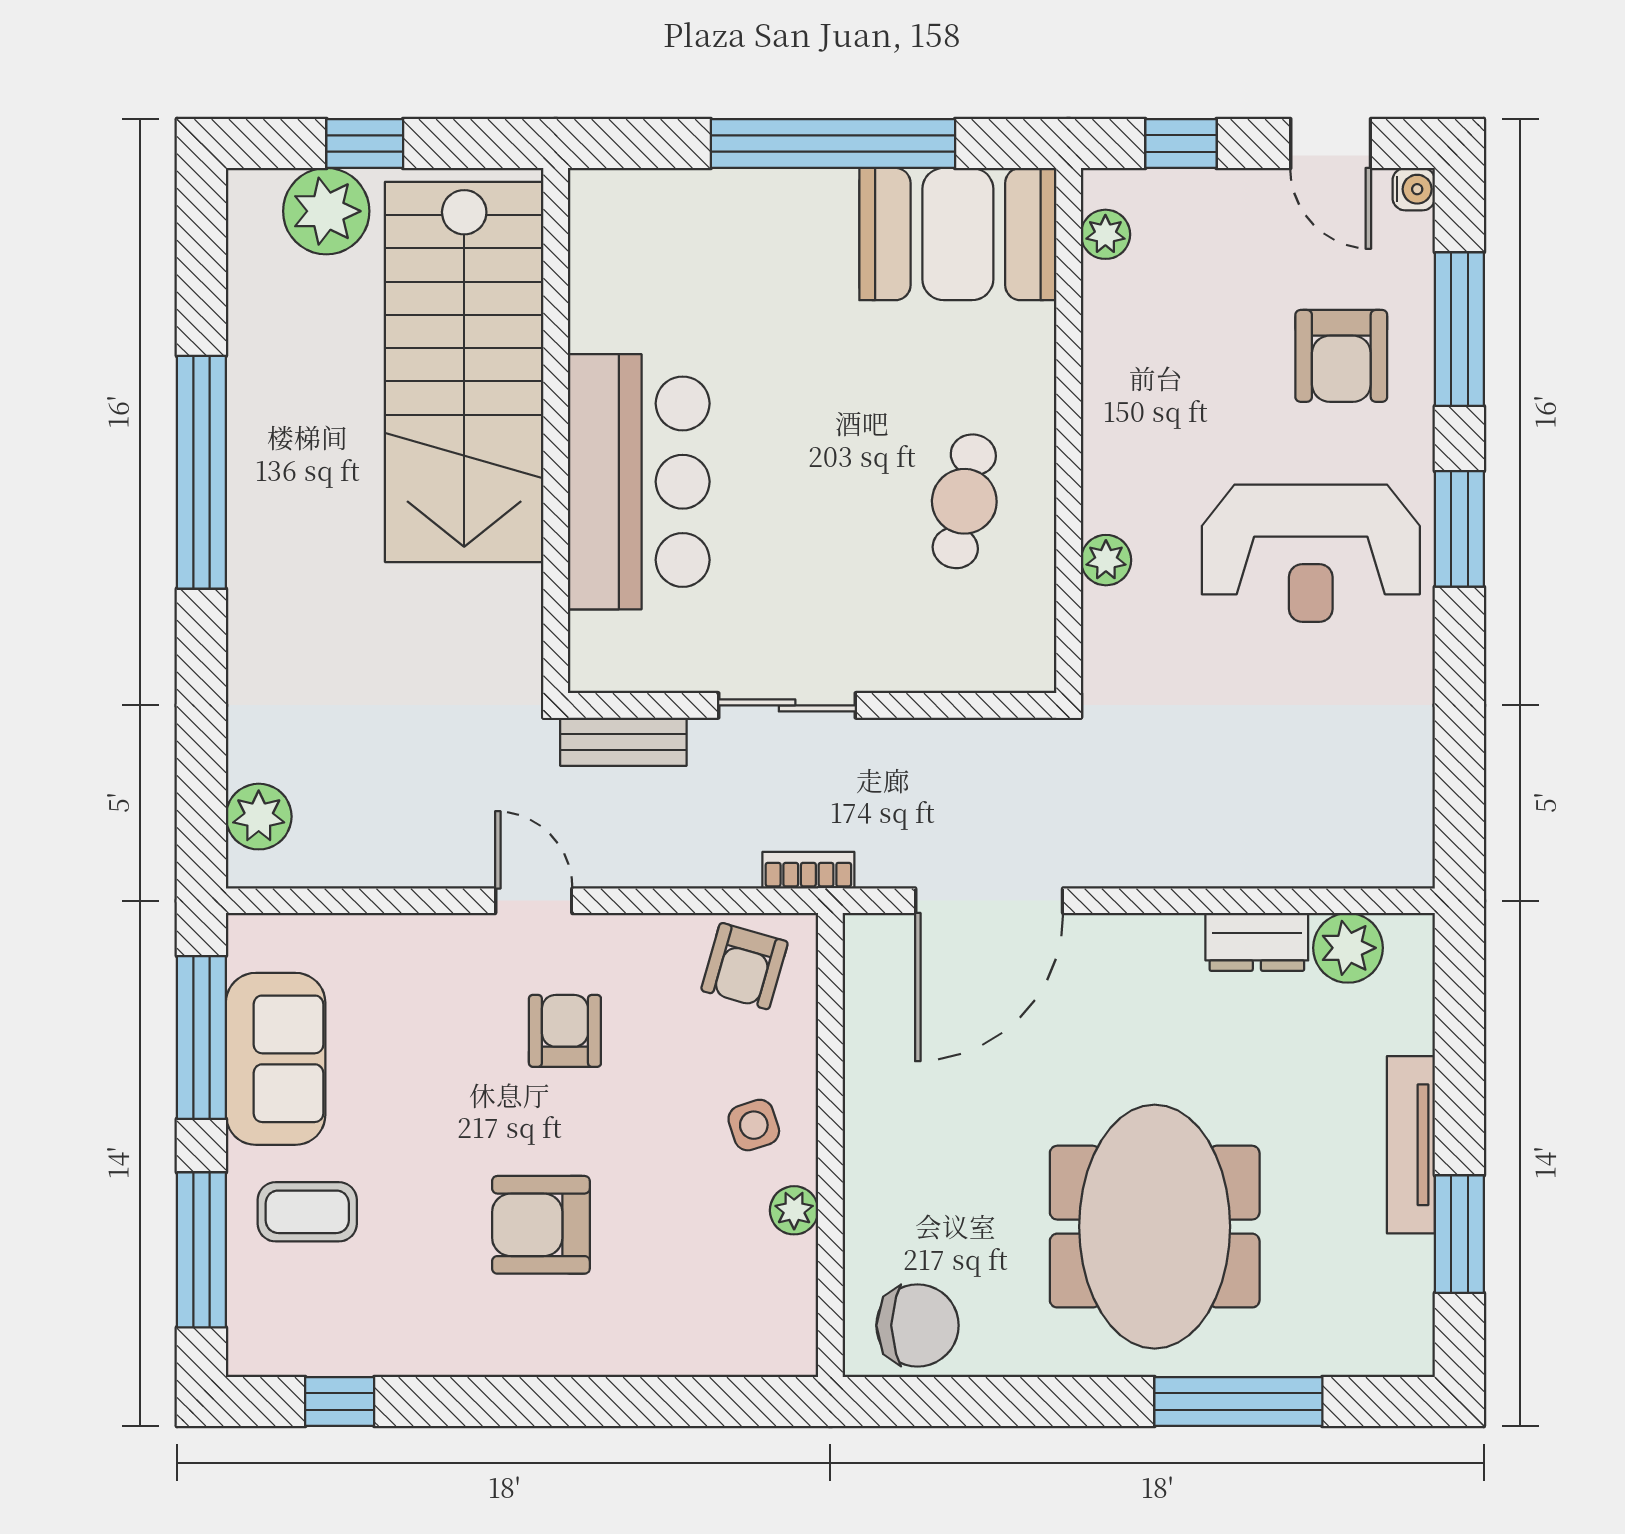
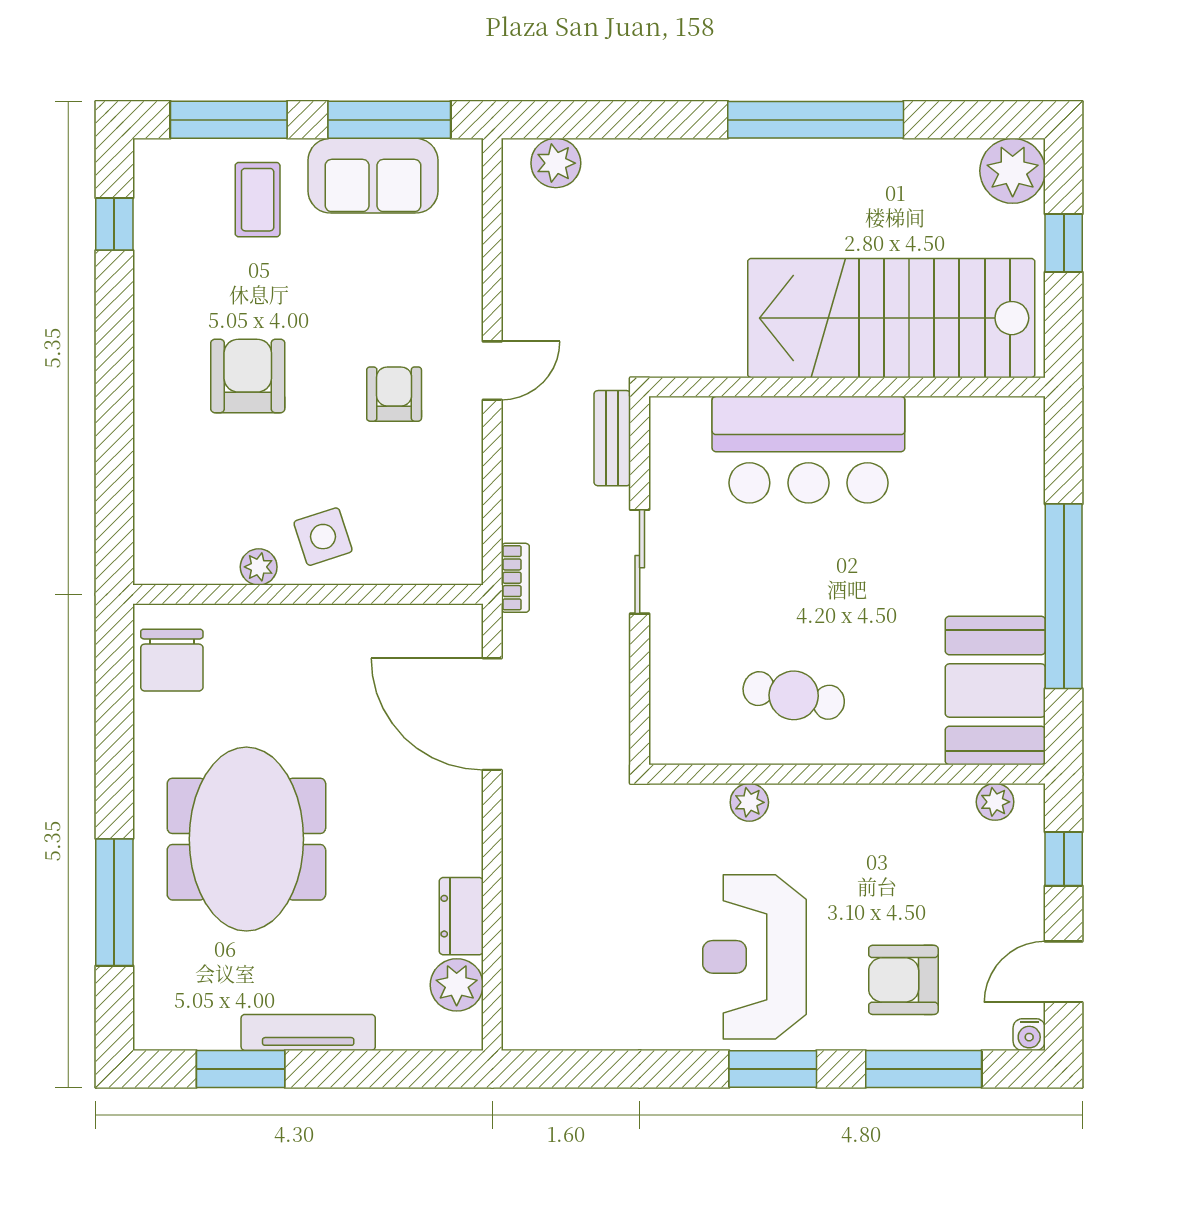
plant: (326, 211) -> (1013, 171), moved
armchair: (744, 966) -> (443, 530), removed
armchair: (565, 1031) -> (394, 394), turned -90
side table: (754, 1125) -> (323, 537), width x1.37, depth x1.37
meeting table: (1155, 1227) -> (246, 839), turned 90

